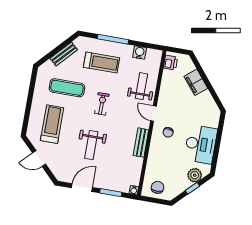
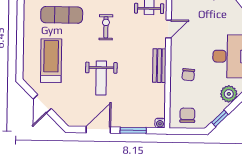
door: (153, 114) -> (169, 29), swing flipped
chair: (168, 132) -> (188, 75), moved
door: (39, 159) -> (42, 104), hinge flipped
window: (192, 188) -> (220, 118), moved

